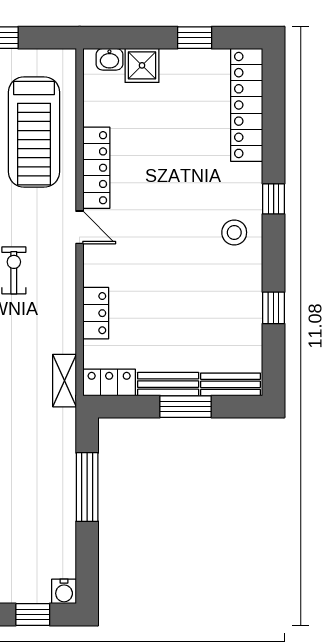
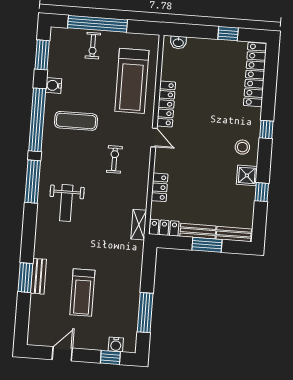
shower: (142, 65) -> (247, 175), moved
window: (87, 487) -> (145, 313), moved
water cooler: (64, 591) -> (116, 345), moved

